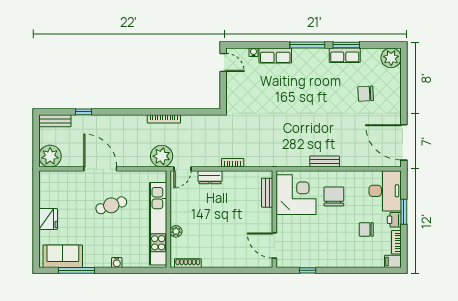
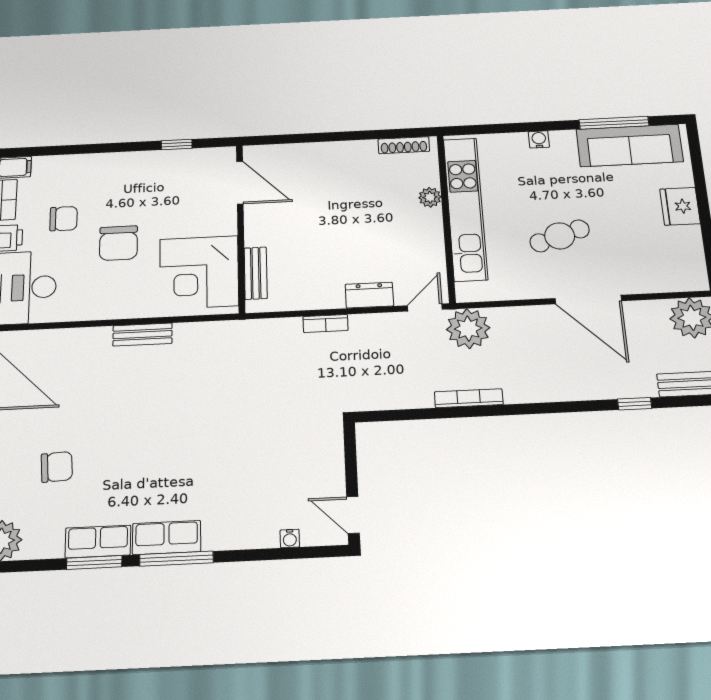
row of seats: (275, 56) -> (167, 538), moved
chair: (334, 196) -> (118, 243), moved
sofa: (63, 256) -> (629, 145), width x1.36

